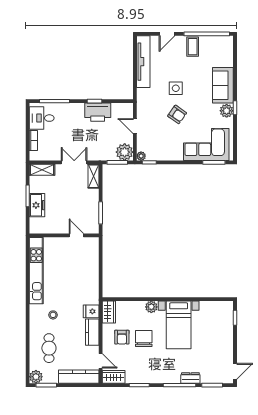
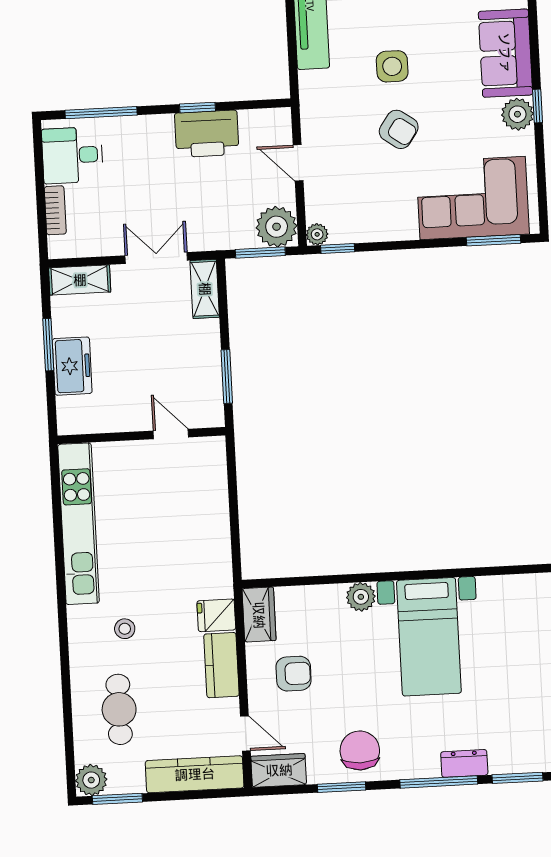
armchair: (122, 337) -> (294, 674), turned -90
chair: (144, 339) -> (360, 750), moved

